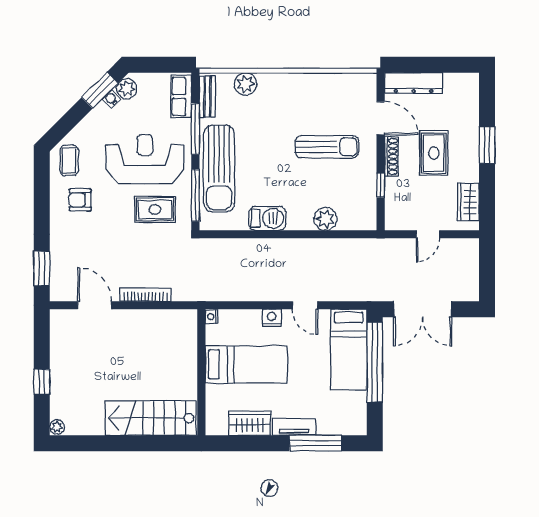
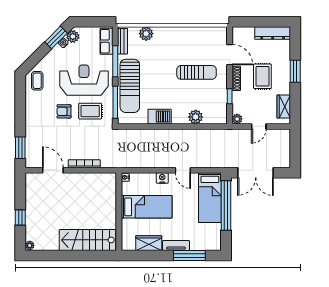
dresser: (414, 83) -> (273, 33), moved
armchair: (80, 200) -> (64, 111), moved
plant: (393, 222) -> (237, 119), added

